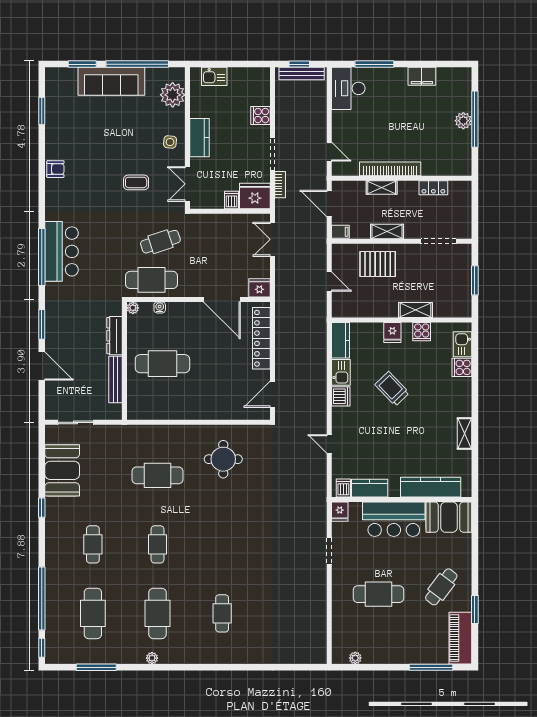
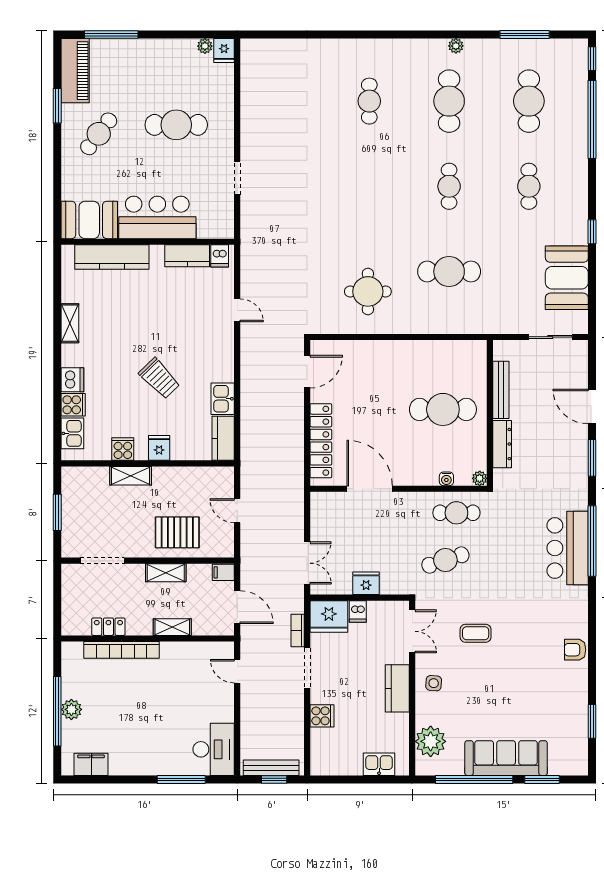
filing cabinet: (422, 76) -> (91, 764), moved
bookcase: (390, 169) -> (122, 650), moved
cafe table: (152, 280) -> (456, 513), width x0.73, depth x0.74
fridge: (259, 288) -> (366, 583), moved, turned 180
dishwasher: (341, 396) -> (72, 380), moved, turned 180
fridge: (340, 512) -> (224, 51), moved, turned 180

